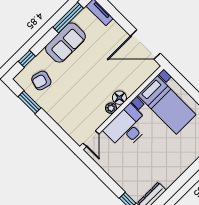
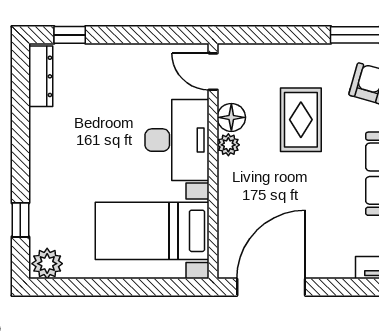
rug: (77, 92) -> (301, 120), added
floor lamp: (119, 98) -> (231, 117), moved

